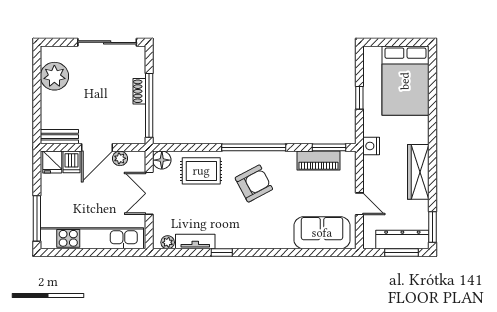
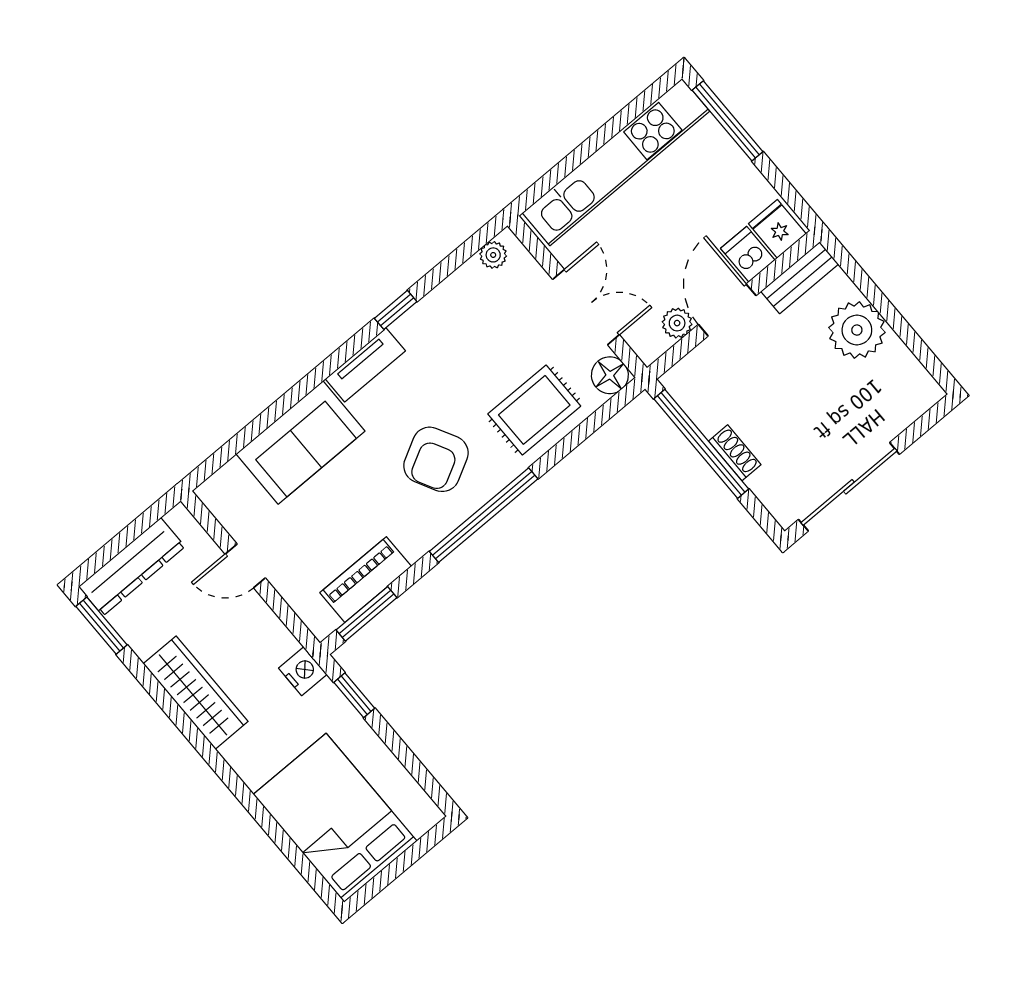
plant: (54, 76) -> (857, 330), moved
window: (359, 98) -> (354, 695), moved
sofa: (322, 233) -> (300, 442), moved
tv unit: (195, 242) -> (365, 365), moved
window: (402, 253) -> (116, 545), removed

